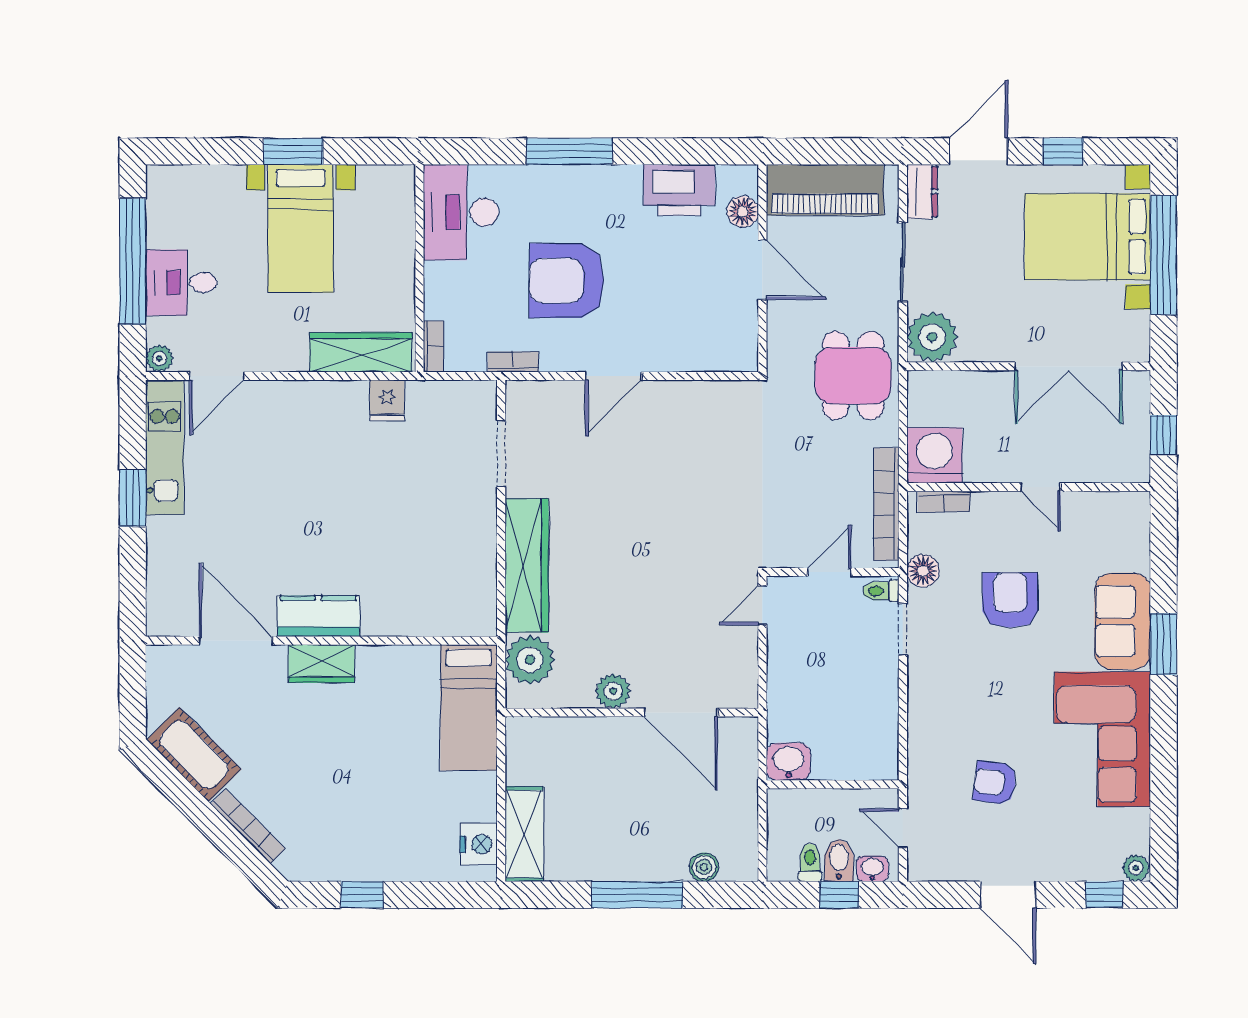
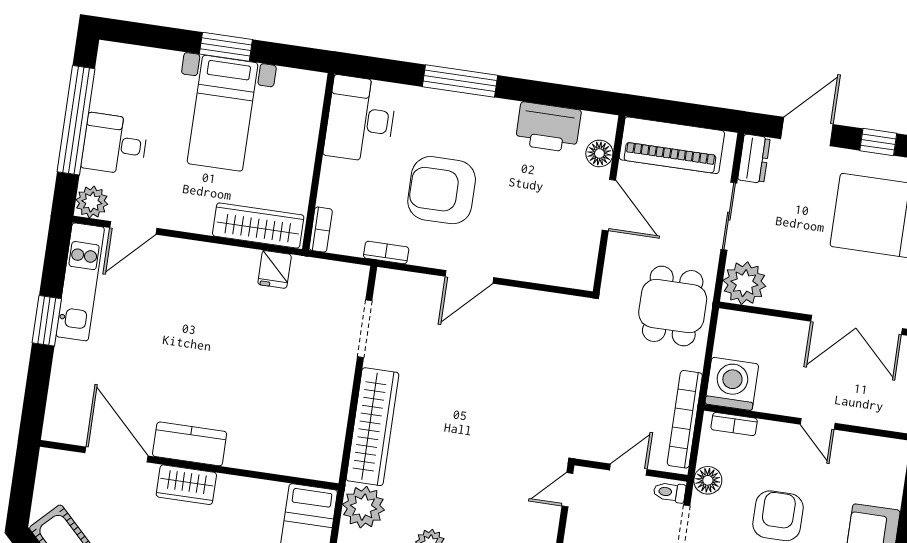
plant: (159, 358) -> (92, 202), width x1.38, depth x1.38

